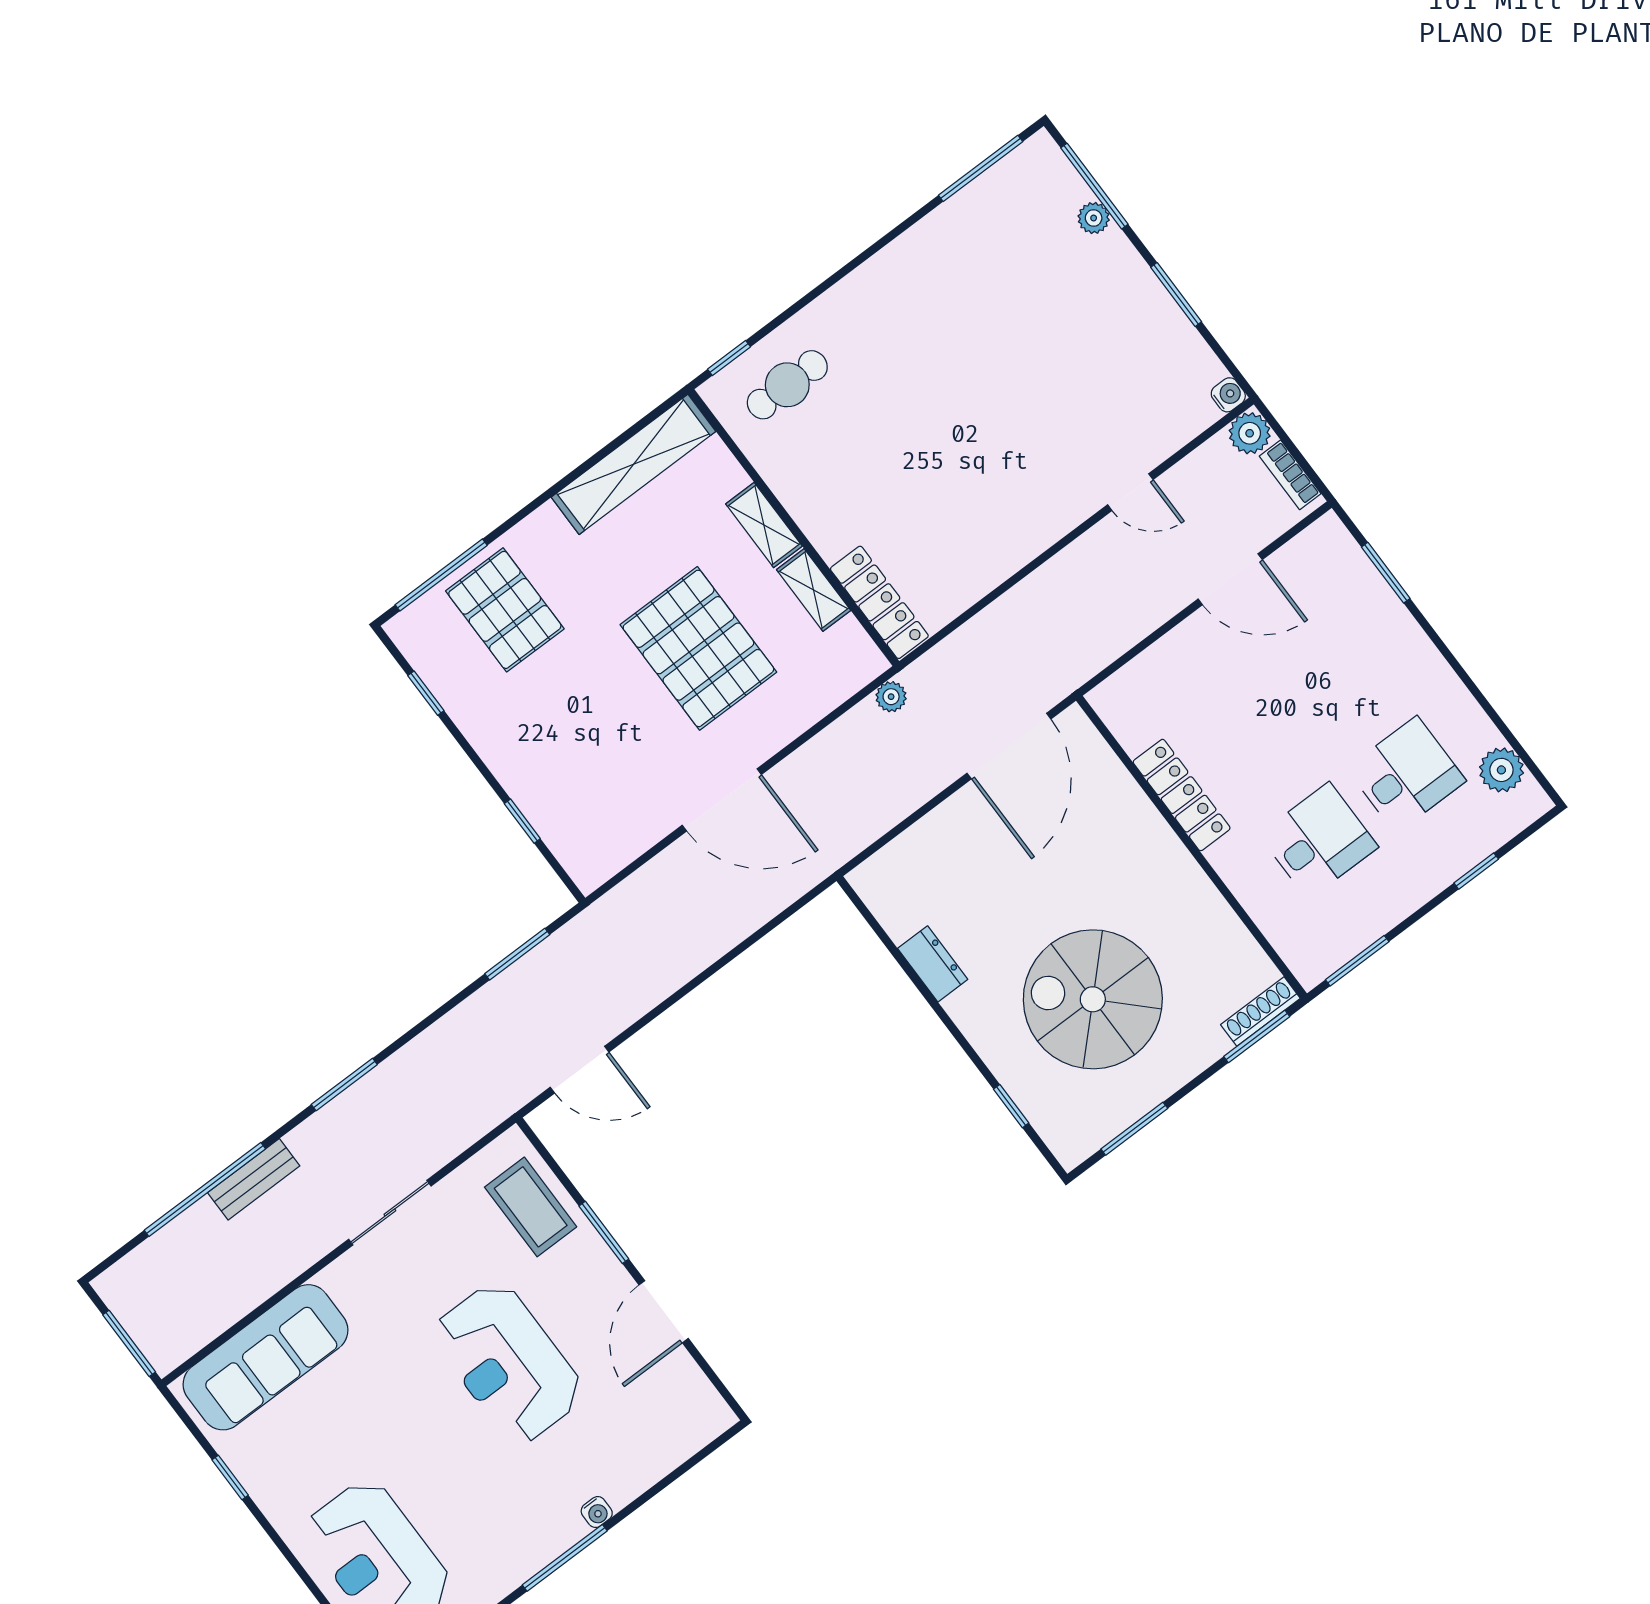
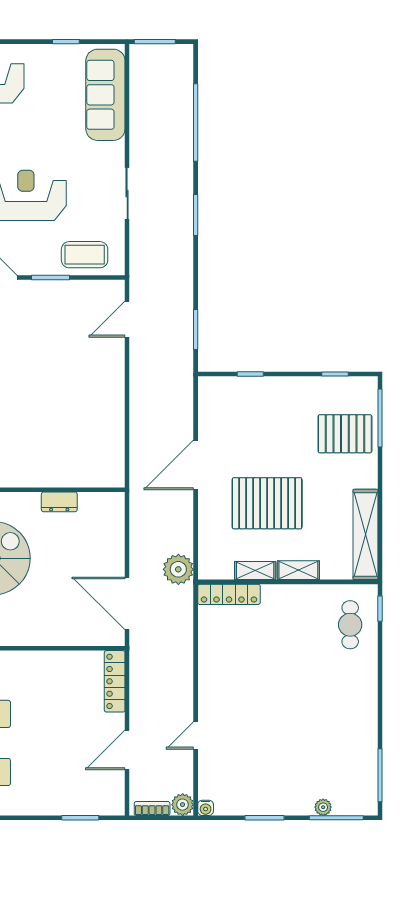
plant: (891, 697) -> (178, 569), width x1.88, depth x1.88
locker: (1182, 795) -> (115, 681), moved, turned 90
bench: (254, 1179) -> (184, 146), removed

